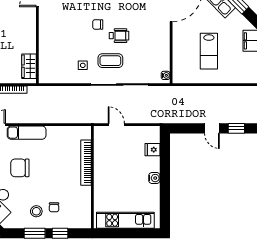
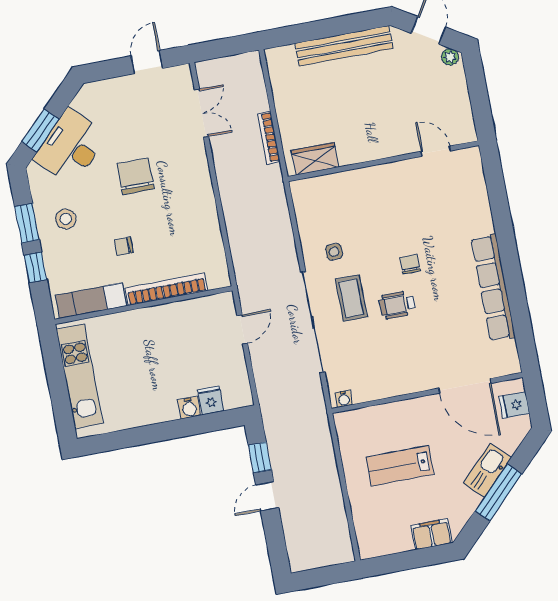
wheelchair: (119, 36) -> (397, 305), turned 90
window: (236, 128) -> (260, 457), moved
exam couch: (27, 133) -> (91, 301), moved, turned 90
water cooler: (154, 178) -> (189, 408), moved
chair: (54, 207) -> (124, 246), moved

